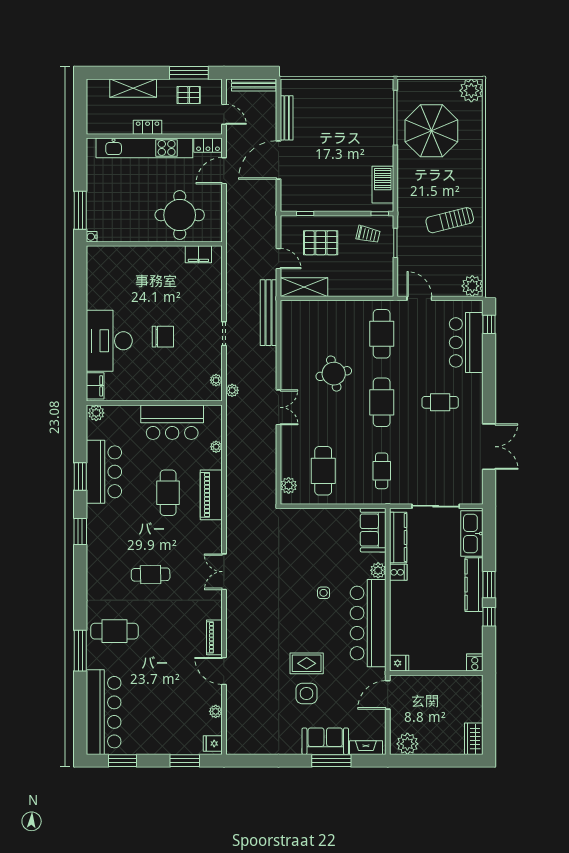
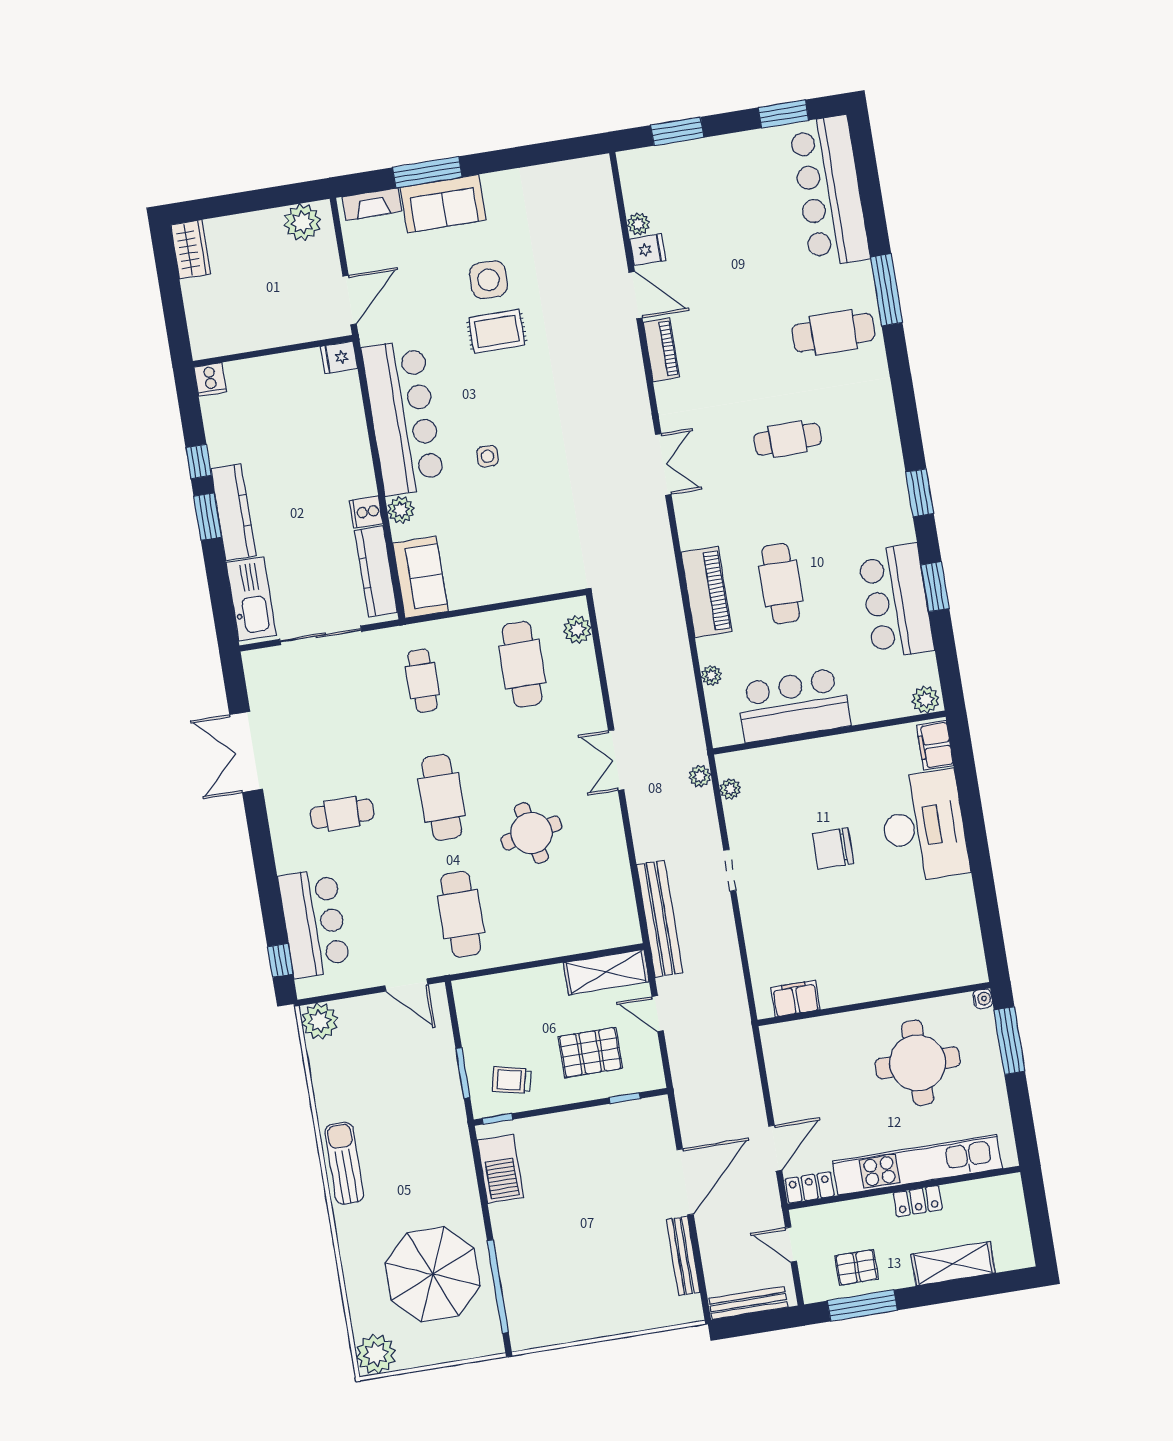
round table: (180, 215) -> (918, 1063), moved
sun lounger: (450, 220) -> (344, 1163), moved, turned -76
fridge: (213, 743) -> (648, 250), moved

